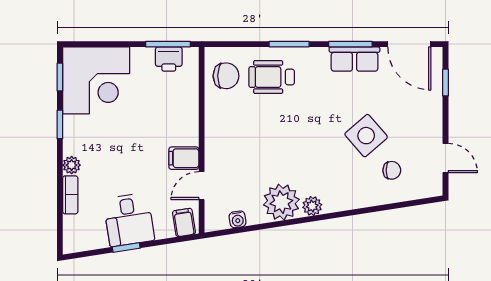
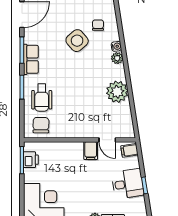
row of seats: (355, 59) -> (31, 59), moved
plant: (312, 206) -> (117, 58), moved
water cooler: (238, 219) -> (116, 46), moved

